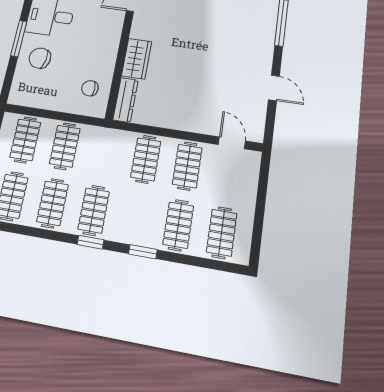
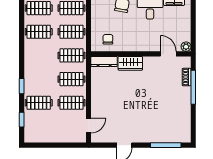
clothes rail: (94, 210) -> (71, 55), moved
clothes rail: (222, 233) -> (39, 126), removed
window: (90, 242) -> (22, 120), moved

